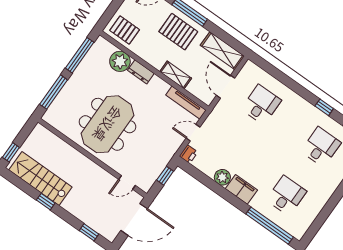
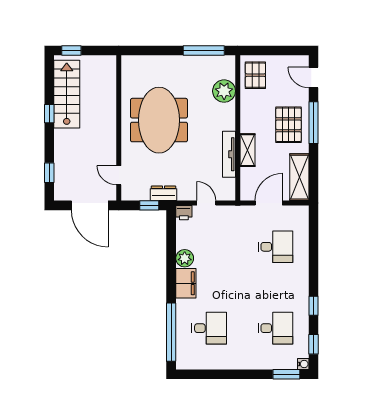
dresser: (141, 72) -> (163, 193), moved, turned 90
window: (54, 92) -> (154, 51), removed
tv unit: (186, 103) -> (229, 154), moved
meeting table: (108, 124) -> (159, 120), turned 90

